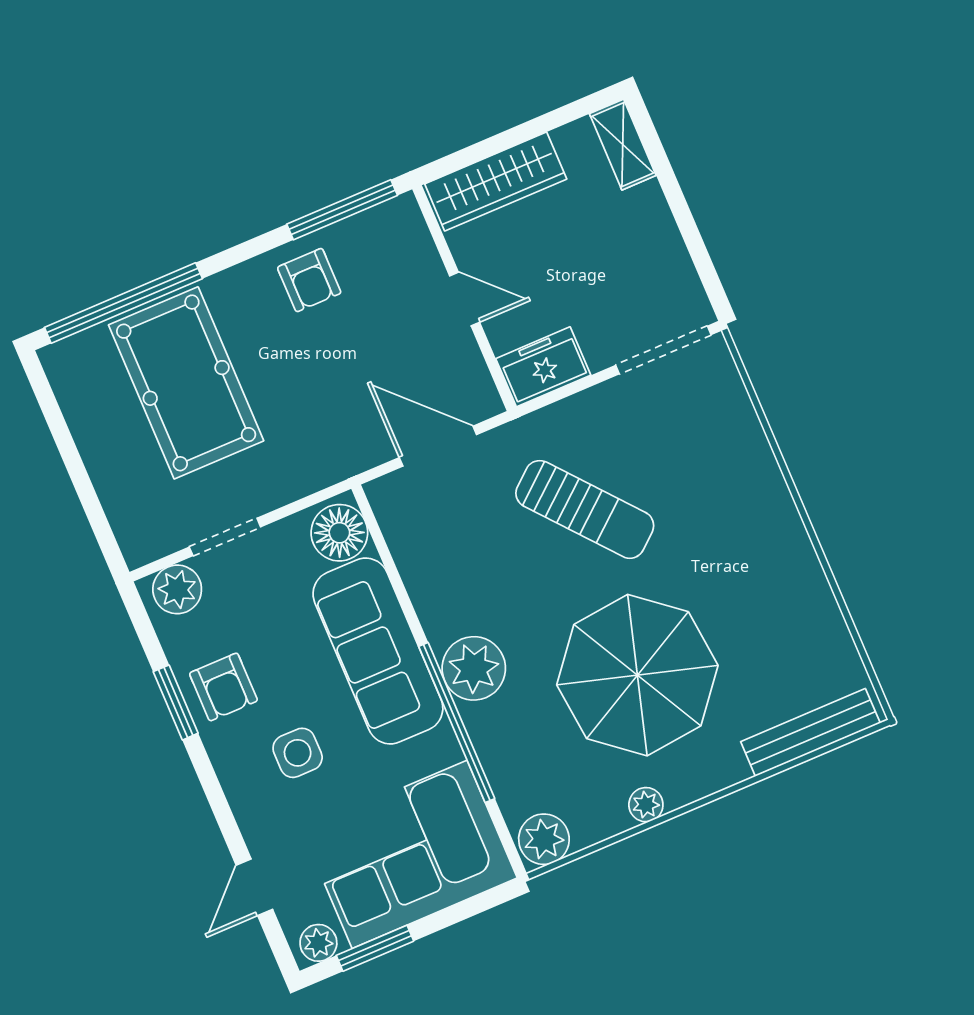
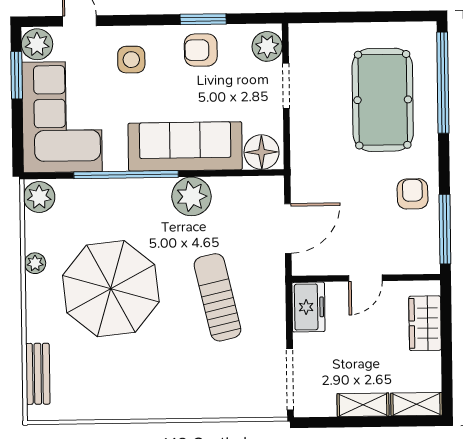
wardrobe: (496, 182) -> (425, 323), width x0.67
shelving: (657, 225) -> (363, 405), added
armchair: (309, 280) -> (413, 194), turned 89
pool table: (186, 383) -> (383, 100), turned 90
sun lounger: (585, 509) -> (218, 297), turned 117
plant: (474, 668) -> (191, 196), moved
bench: (810, 732) -> (38, 374), width x0.73
side table: (298, 753) -> (131, 60), moved
plant: (318, 943) -> (37, 44), width x1.38, depth x1.38

